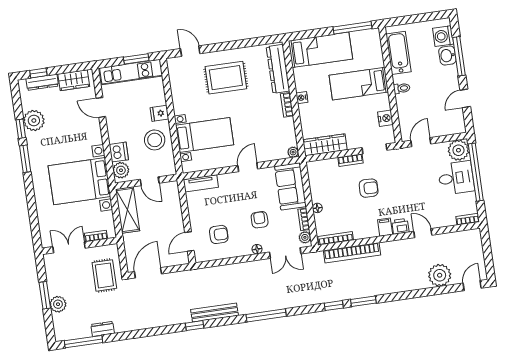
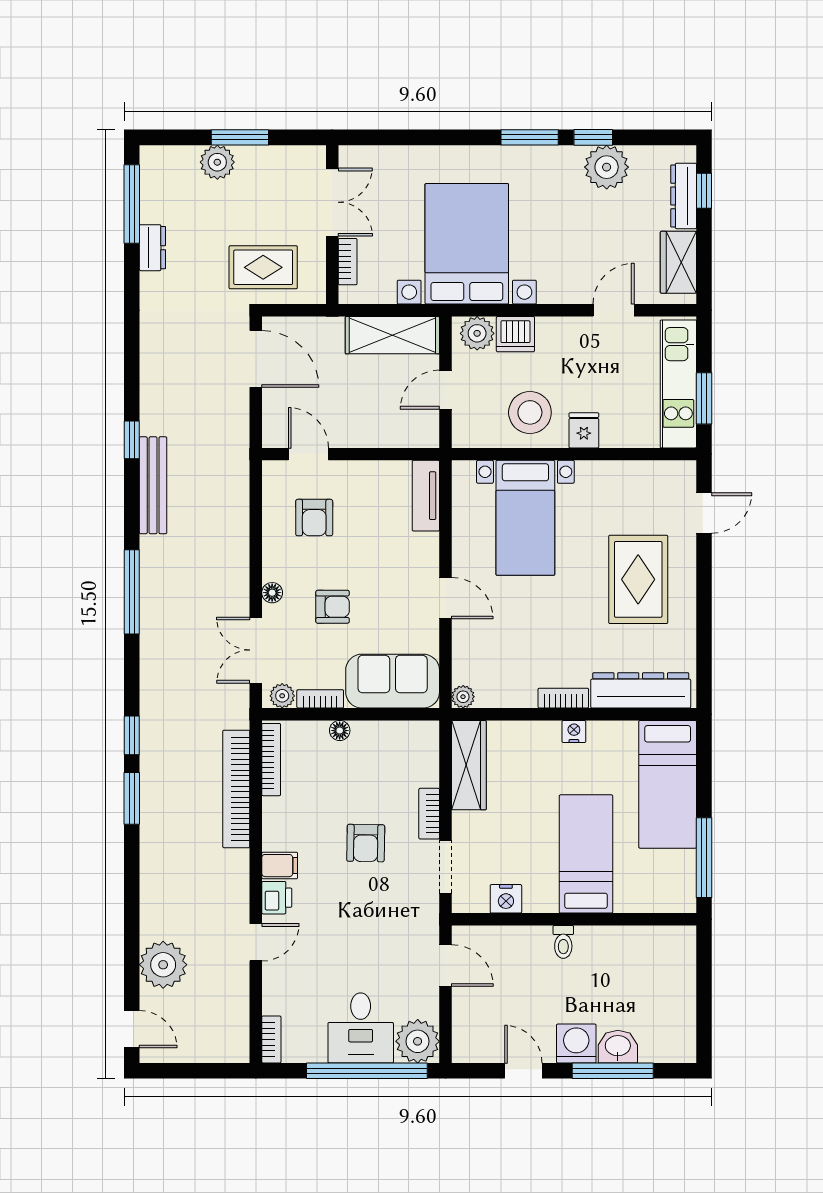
washing machine: (443, 36) -> (576, 1043), moved
bathtub: (399, 53) -> (638, 946), removed

